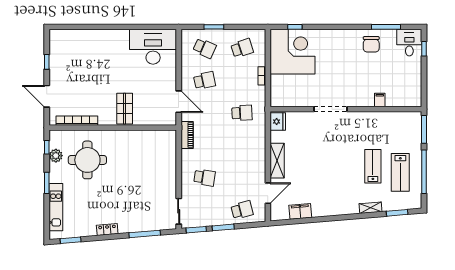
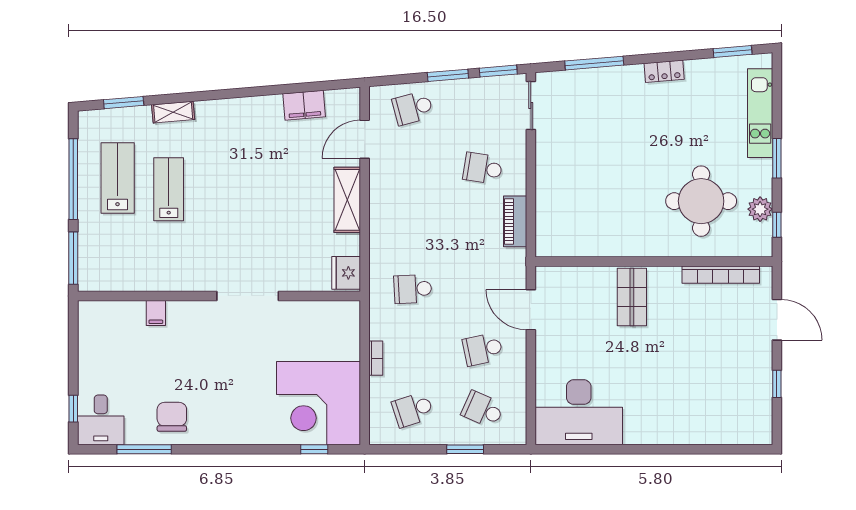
piano: (187, 135) -> (515, 221), moved
lab bench: (373, 166) -> (169, 189), turned 180

